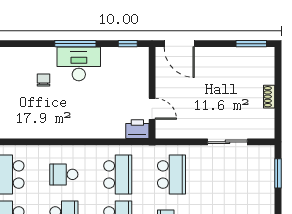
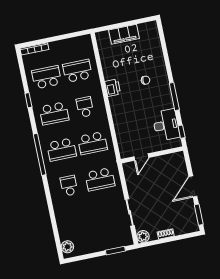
door: (179, 44) -> (193, 186), moved
desk: (79, 64) -> (166, 125), moved
printer: (137, 129) -> (113, 88), moved
plant: (266, 130) -> (143, 236), added

